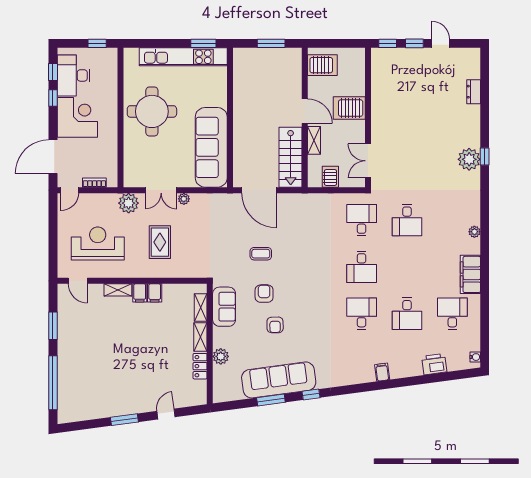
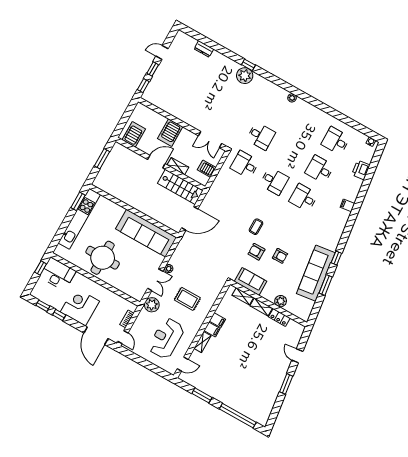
desk: (73, 75) -> (58, 274), moved, turned 180
coffee table: (261, 254) -> (256, 227), moved
filing cabinet: (470, 274) -> (317, 116), removed
desk: (407, 314) -> (320, 169), turned 180

